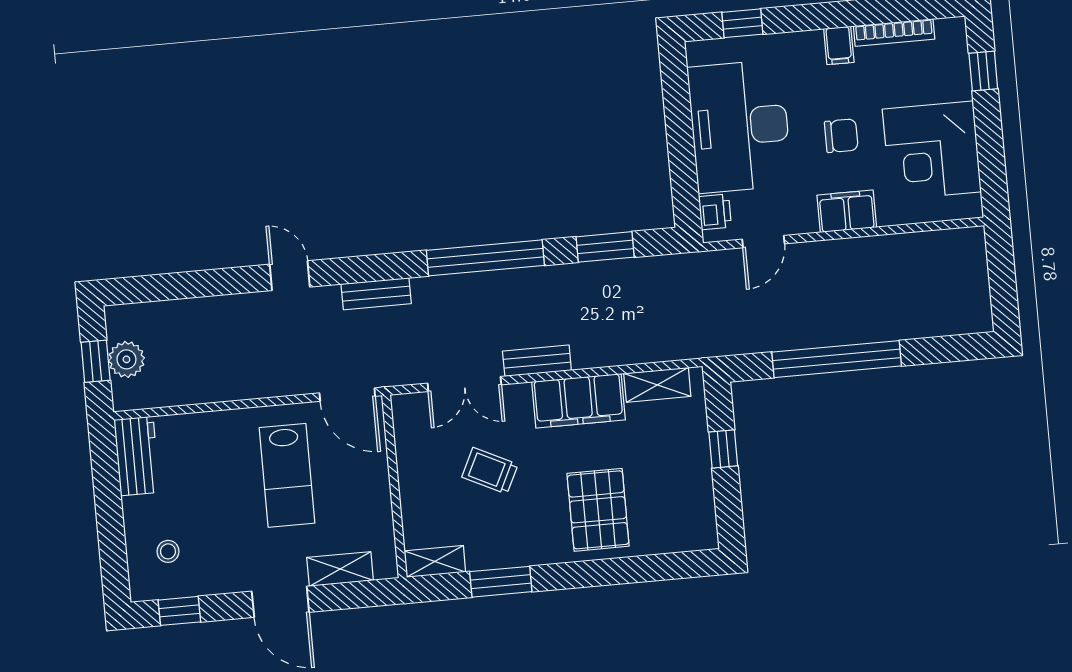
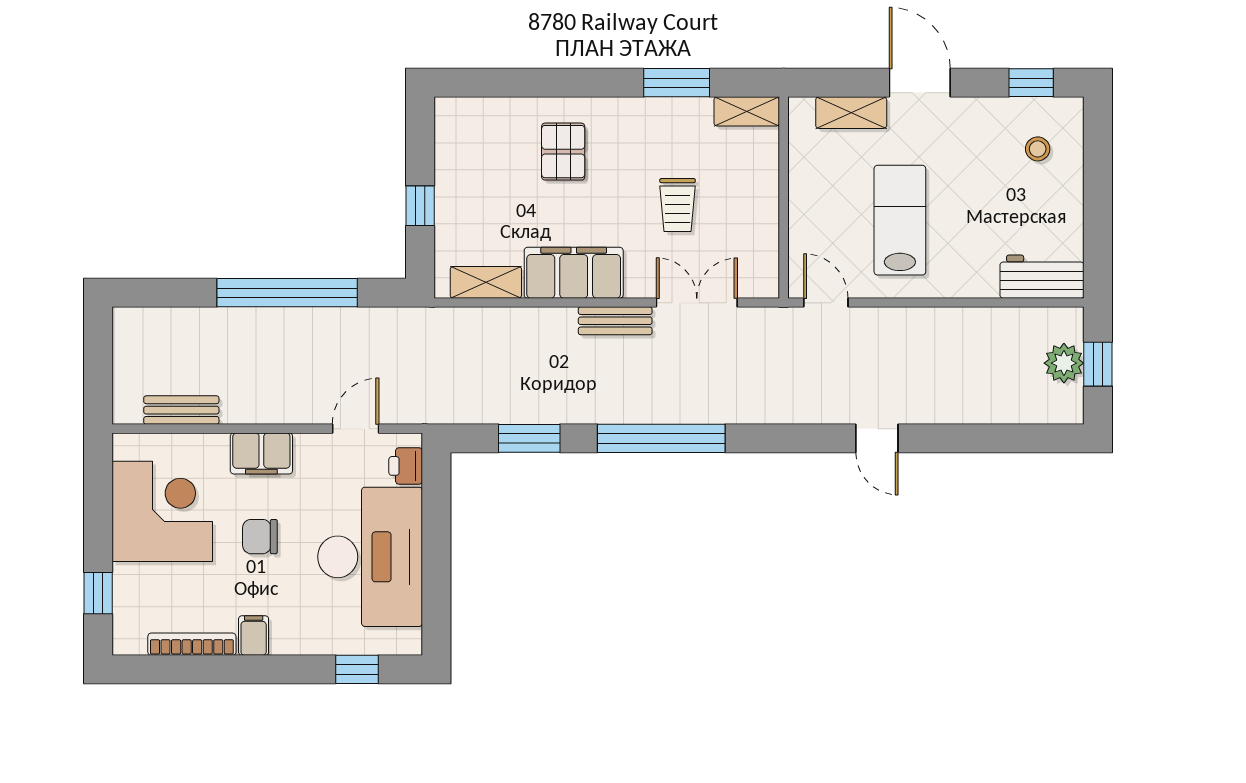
bench: (376, 294) -> (181, 410), moved
door: (347, 395) -> (826, 303), width x0.73
workbench: (137, 456) -> (1042, 277), moved, turned 90
trolley: (490, 471) -> (678, 205), turned 64
pallet: (598, 510) -> (563, 152), width x0.67, depth x0.71

